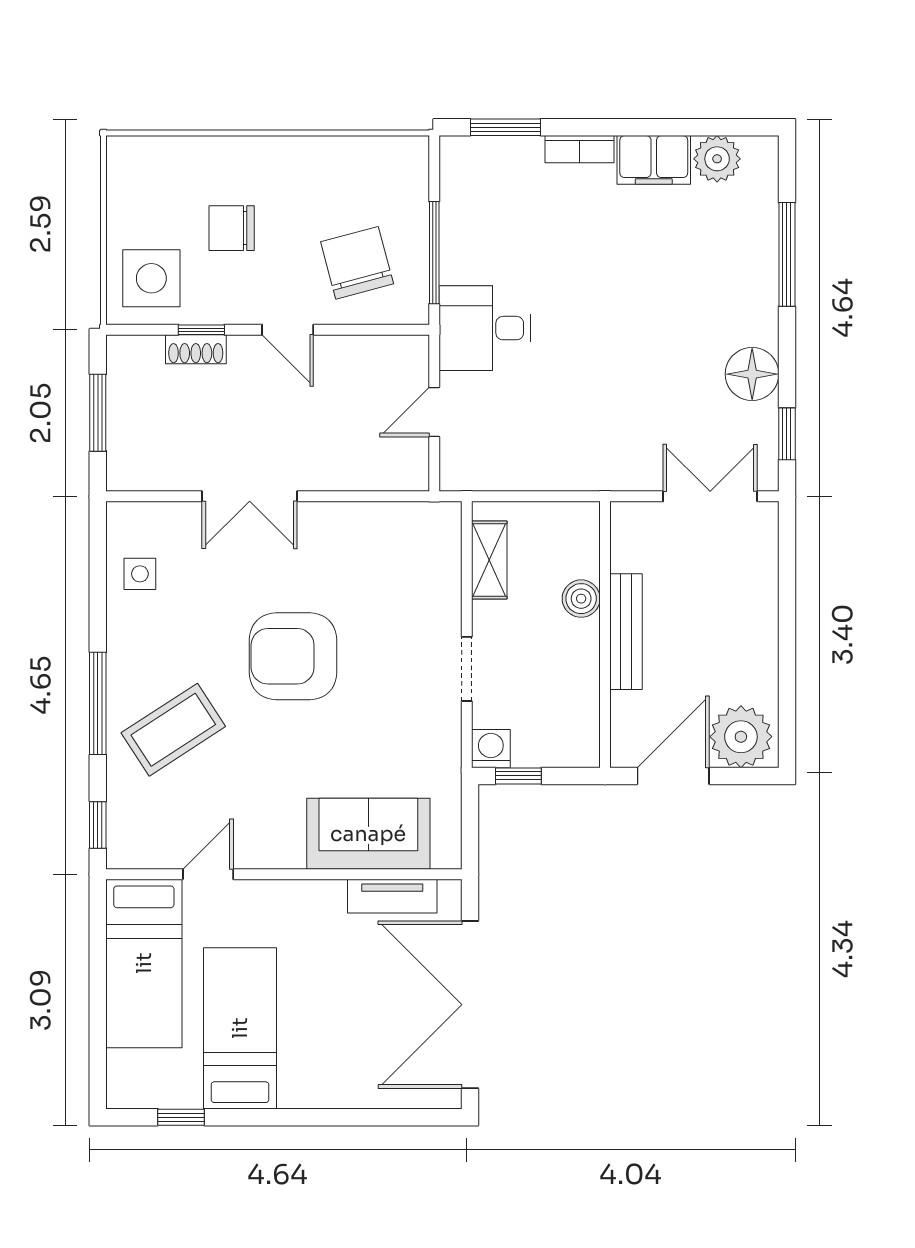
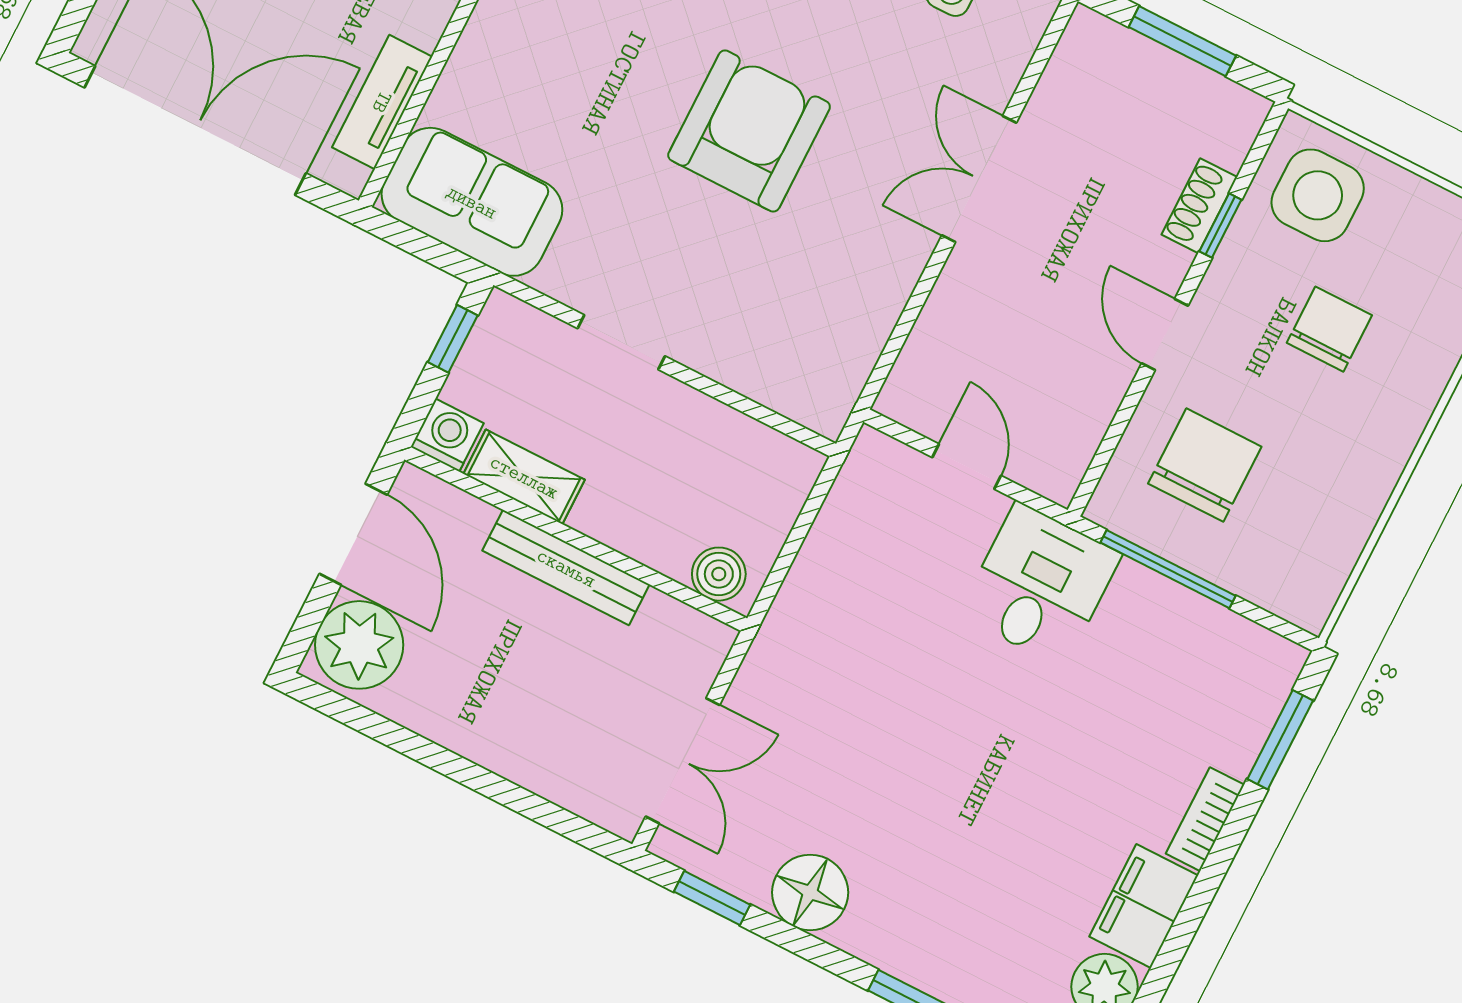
chair: (357, 263) -> (1205, 465), turned -75
door: (288, 330) -> (1165, 334), hinge flipped
shelving: (489, 560) -> (524, 477), moved
boiler: (581, 599) -> (719, 574), moved
washing machine: (491, 749) -> (447, 435), moved, turned -90
sofa: (368, 834) -> (472, 202), moved, turned -90

